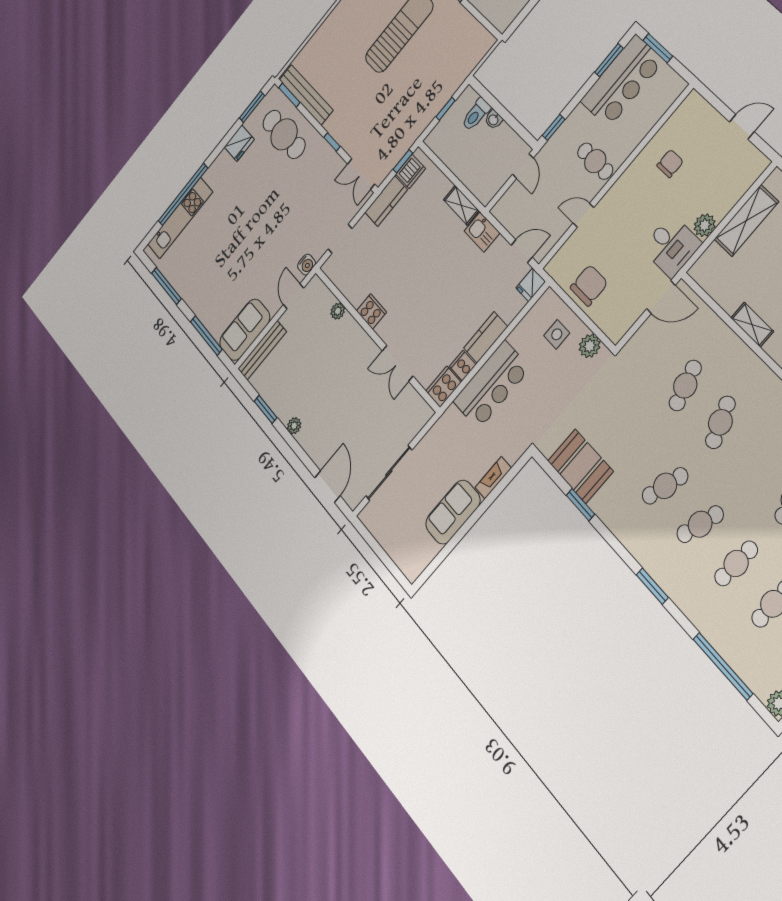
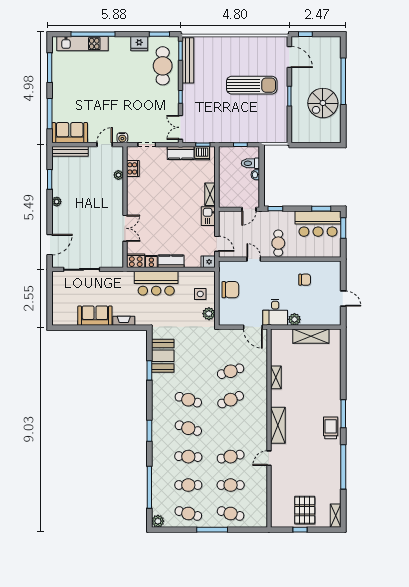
cooker: (371, 311) -> (133, 168), moved
double door: (398, 363) -> (125, 228), swing flipped

